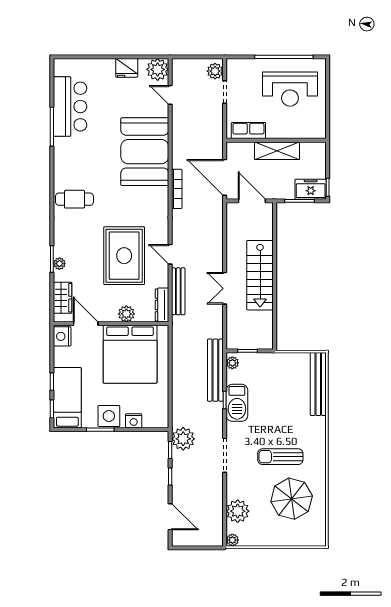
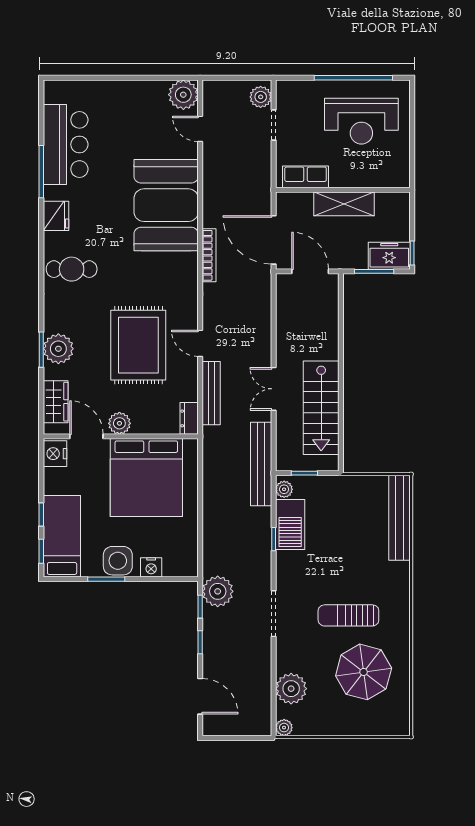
fridge: (127, 68) -> (56, 216), moved, turned -90
plant: (59, 264) -> (58, 349), width x1.88, depth x1.88
stairs: (260, 275) -> (321, 408), moved
dresser: (162, 305) -> (189, 418), width x0.70
plant: (126, 314) -> (119, 423), moved
bench: (215, 370) -> (261, 464), moved
barbecue: (237, 403) -> (290, 524), moved

